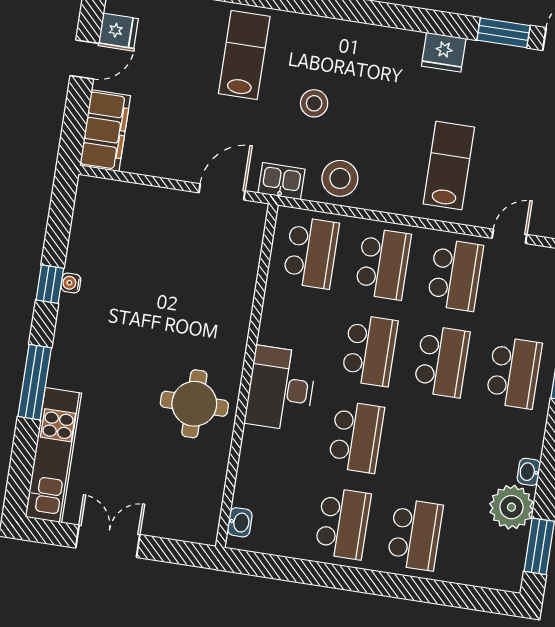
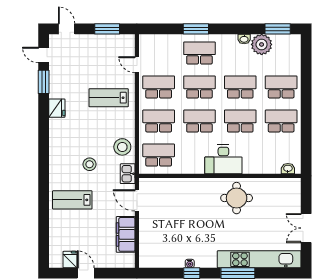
filing cabinet: (105, 131) -> (126, 234), moved, turned -90
school desk: (428, 448) -> (240, 87), added
kitchen unit: (53, 455) -> (259, 259), width x1.36

